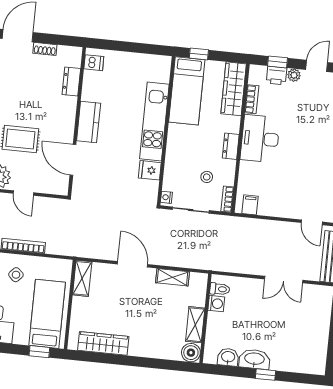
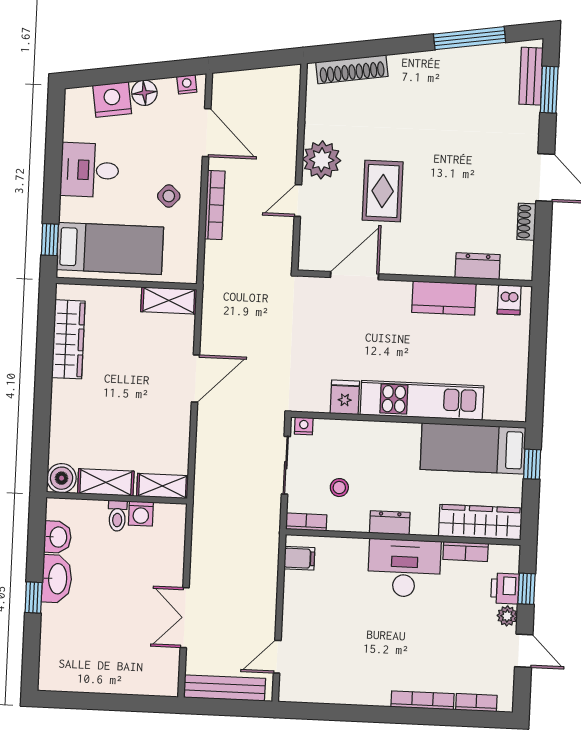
kitchen counter: (89, 122) -> (444, 298), moved
shelving: (172, 277) -> (163, 486), moved, turned 90
toilet: (220, 289) -> (117, 516), moved

